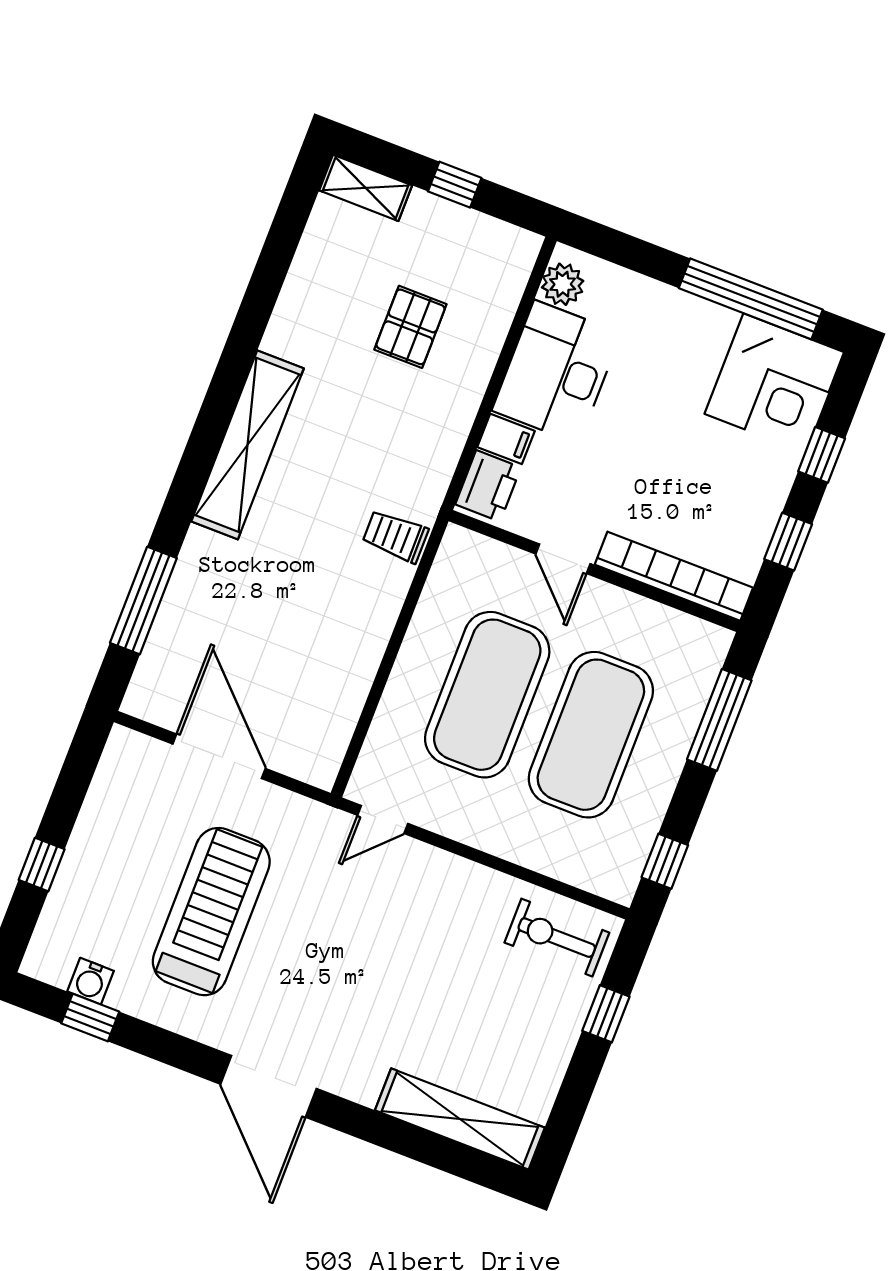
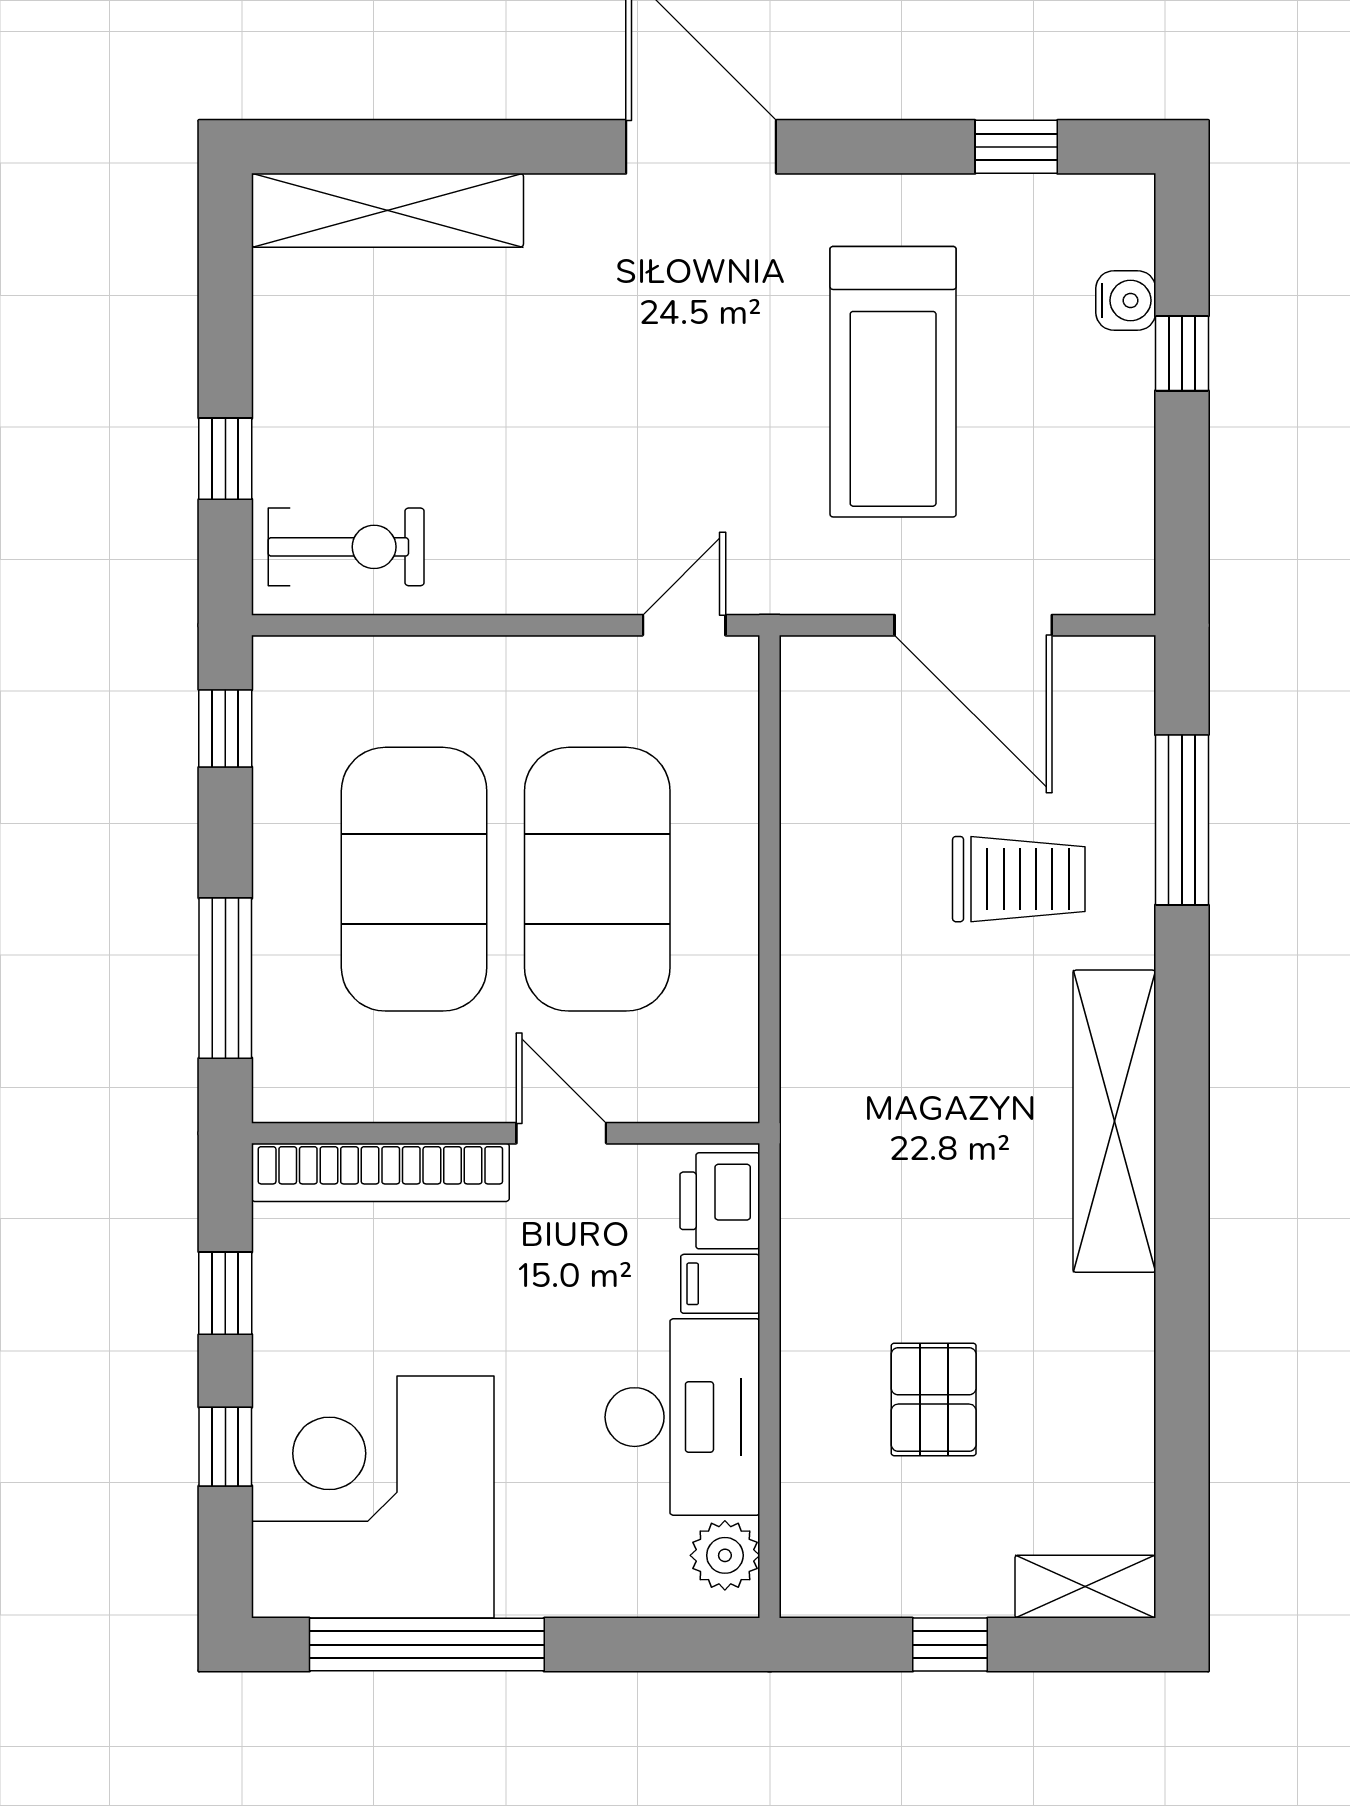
corner desk: (774, 383) -> (373, 1497), width x1.36, depth x1.36
trolley: (395, 536) -> (1019, 879), moved, width x1.36, depth x1.39
water cooler: (91, 981) -> (1126, 300), moved, turned 90

